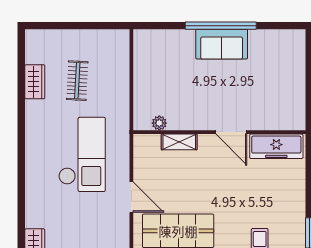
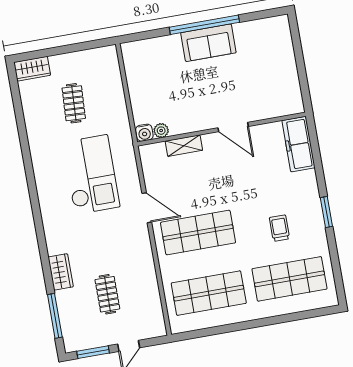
wardrobe: (35, 82) -> (32, 69), moved, turned 90
water cooler: (142, 122) -> (144, 133), added
freezer: (276, 146) -> (298, 144), moved, turned 90

